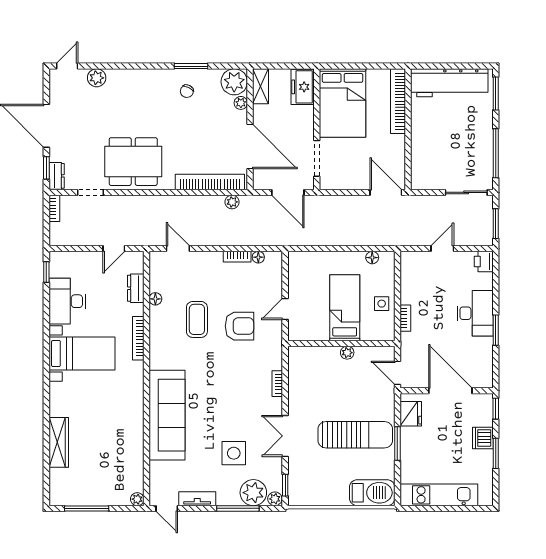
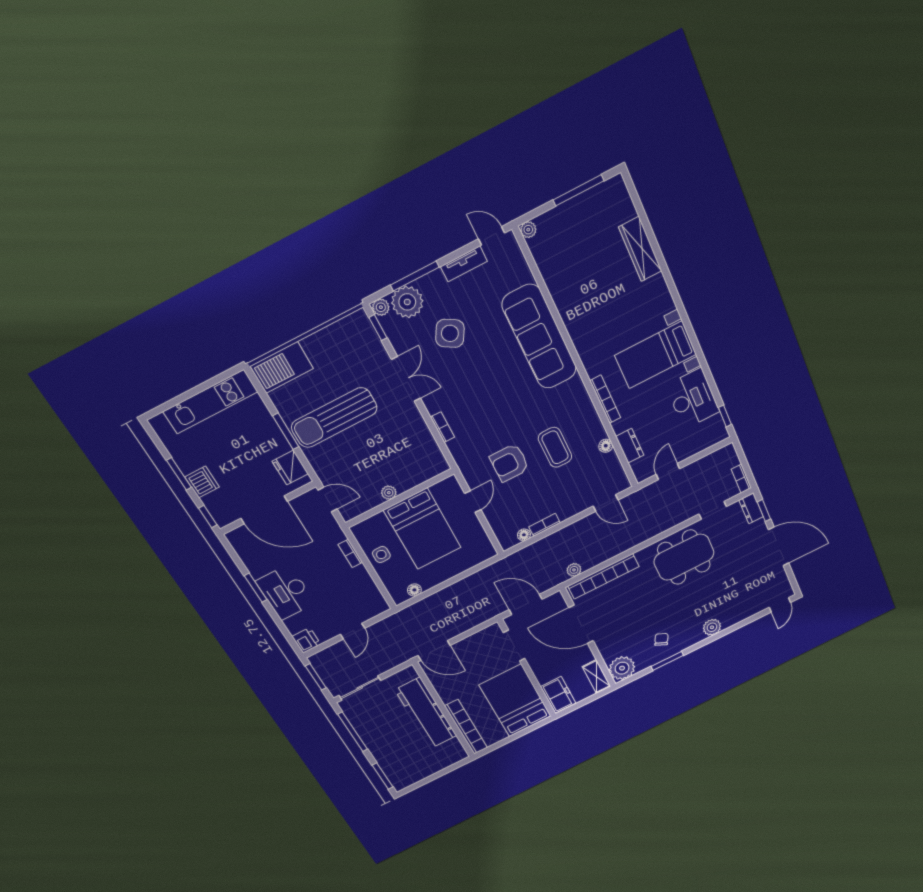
plant: (97, 78) -> (712, 627), moved
workbench: (449, 83) -> (426, 713), moved, turned -90
plant: (241, 103) -> (608, 655), removed
bed: (345, 308) -> (422, 529), width x1.50
side table: (234, 453) -> (450, 333), turned 30

